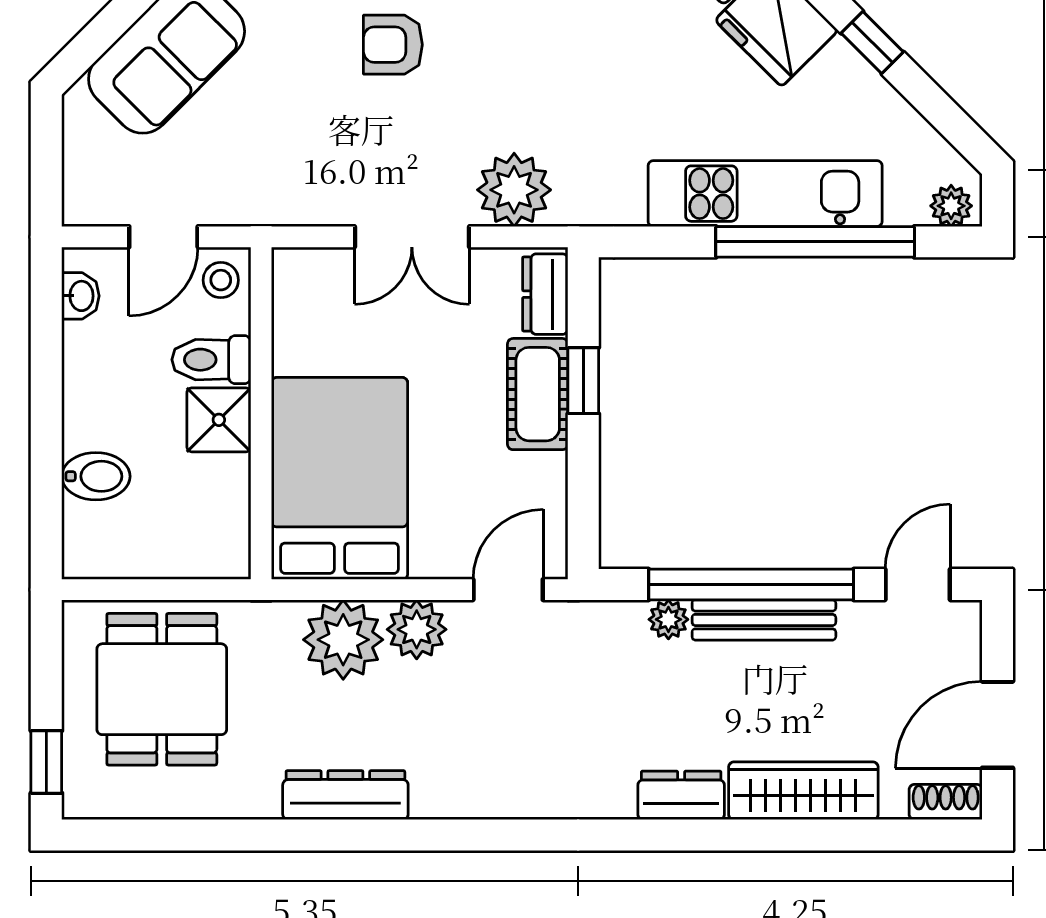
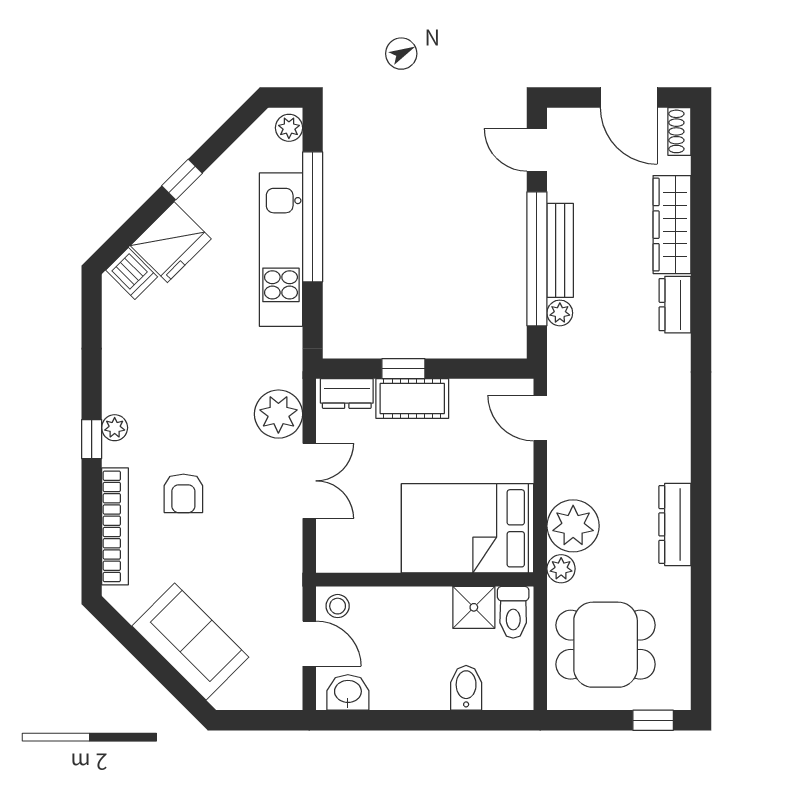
washbasin: (80, 296) -> (348, 692), width x1.38, depth x1.45
toilet: (211, 360) -> (513, 612), moved
shower: (219, 420) -> (474, 607), moved
plant: (417, 629) -> (561, 569), moved, width x0.73, depth x0.73

